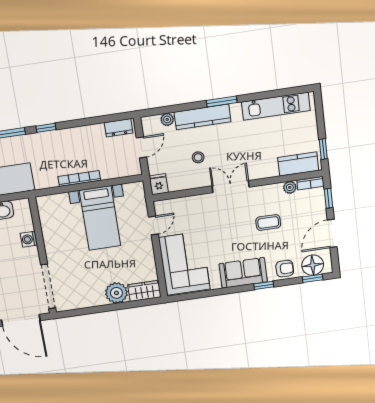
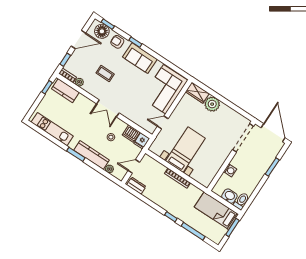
dishwasher: (178, 182) -> (131, 134), added

